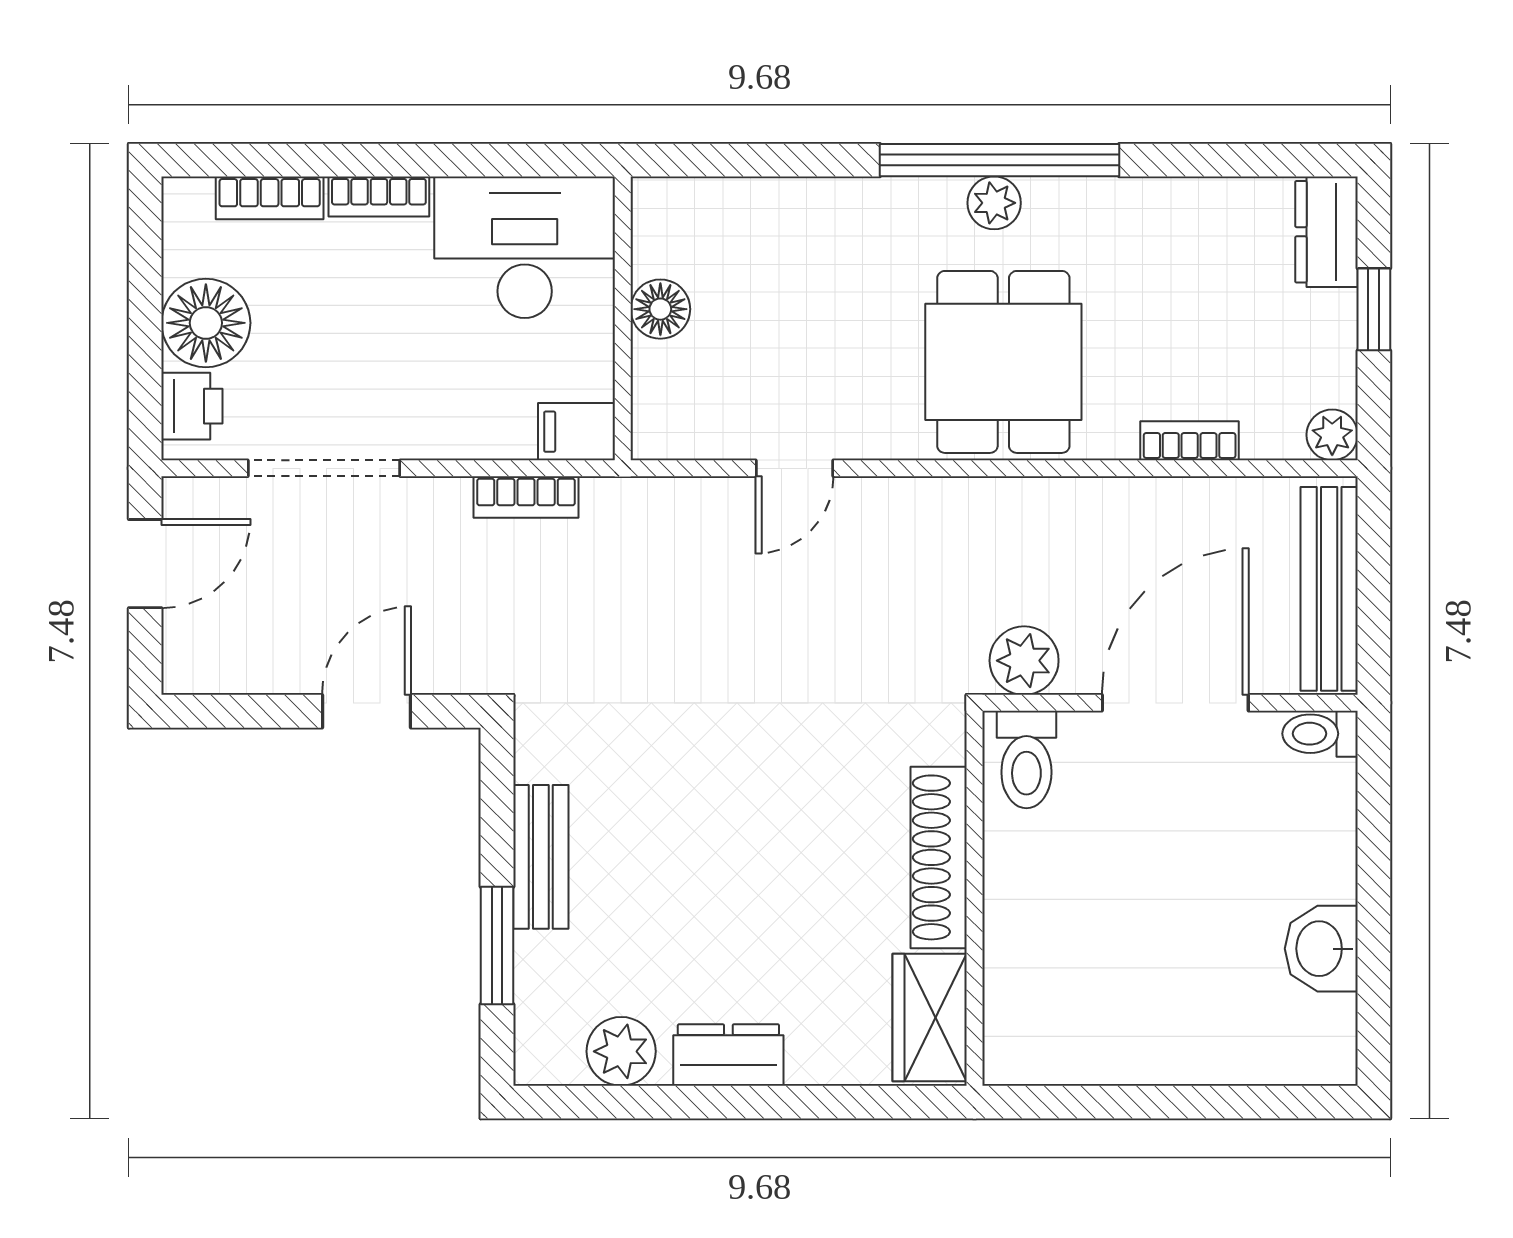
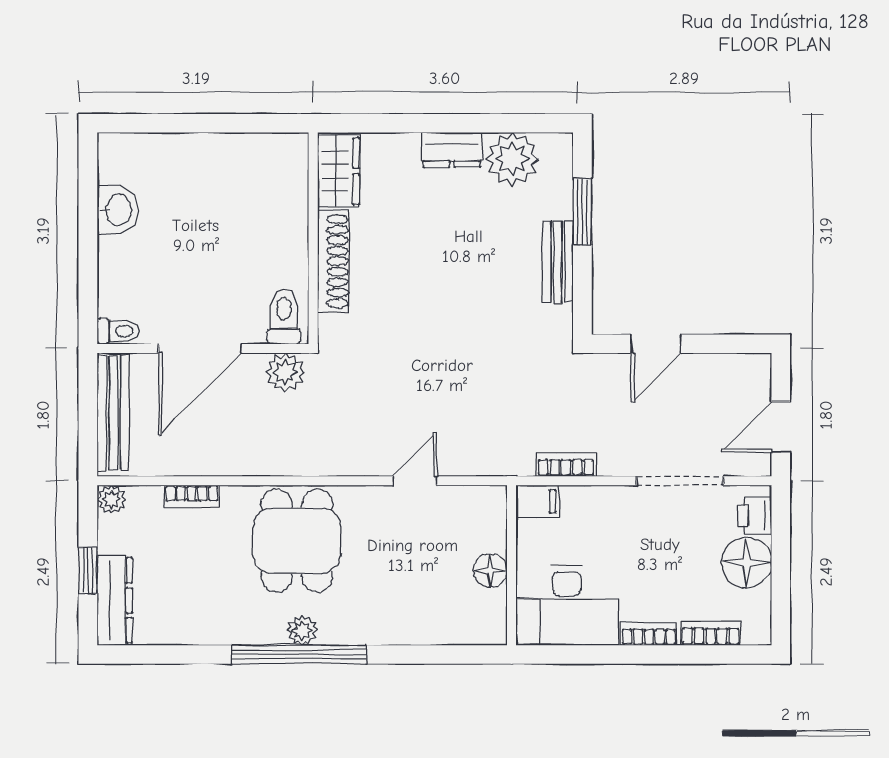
dresser: (1326, 232) -> (115, 600), width x1.44
plant: (621, 1051) -> (512, 159), width x1.36, depth x1.36

